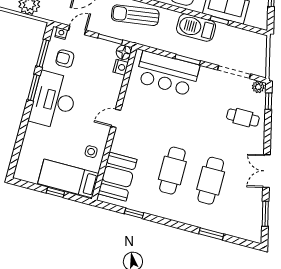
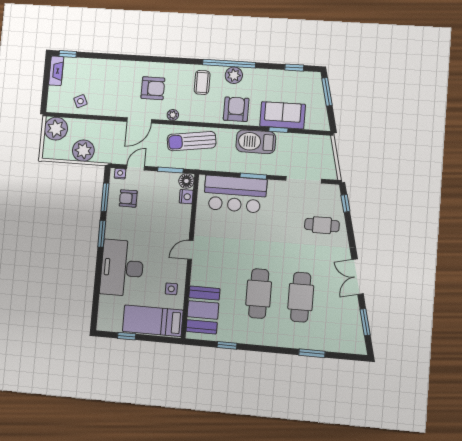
plant: (258, 87) -> (332, 190), removed
desk: (54, 100) -> (122, 268), moved
window: (55, 192) -> (127, 336), moved

